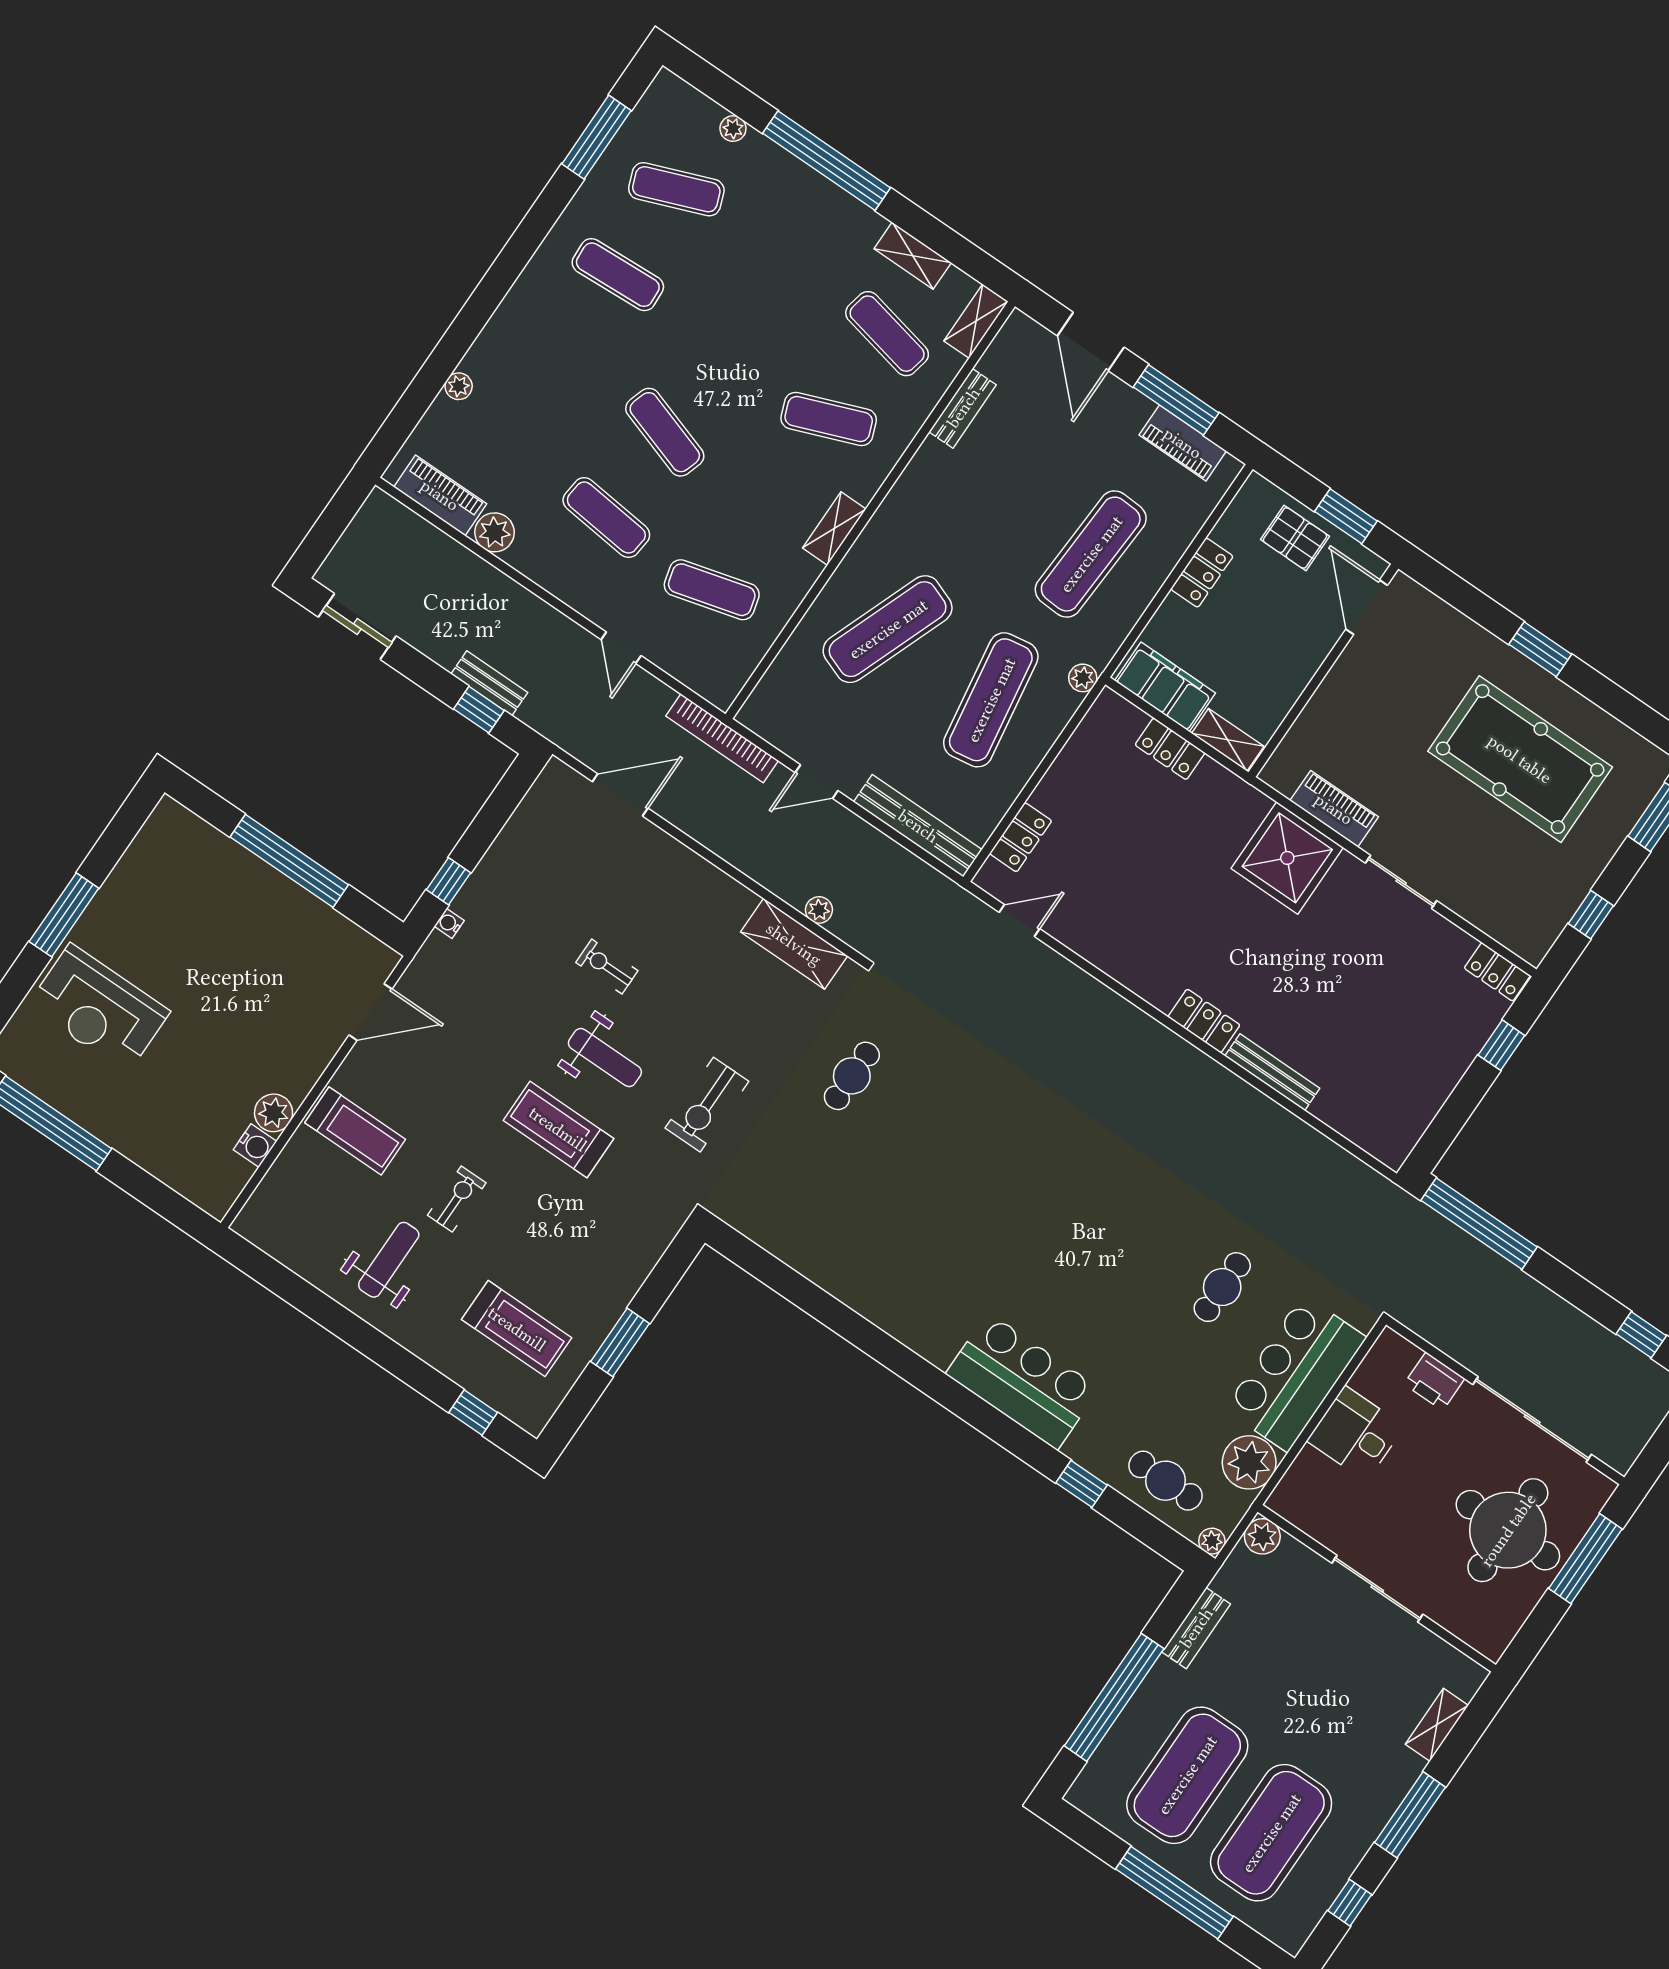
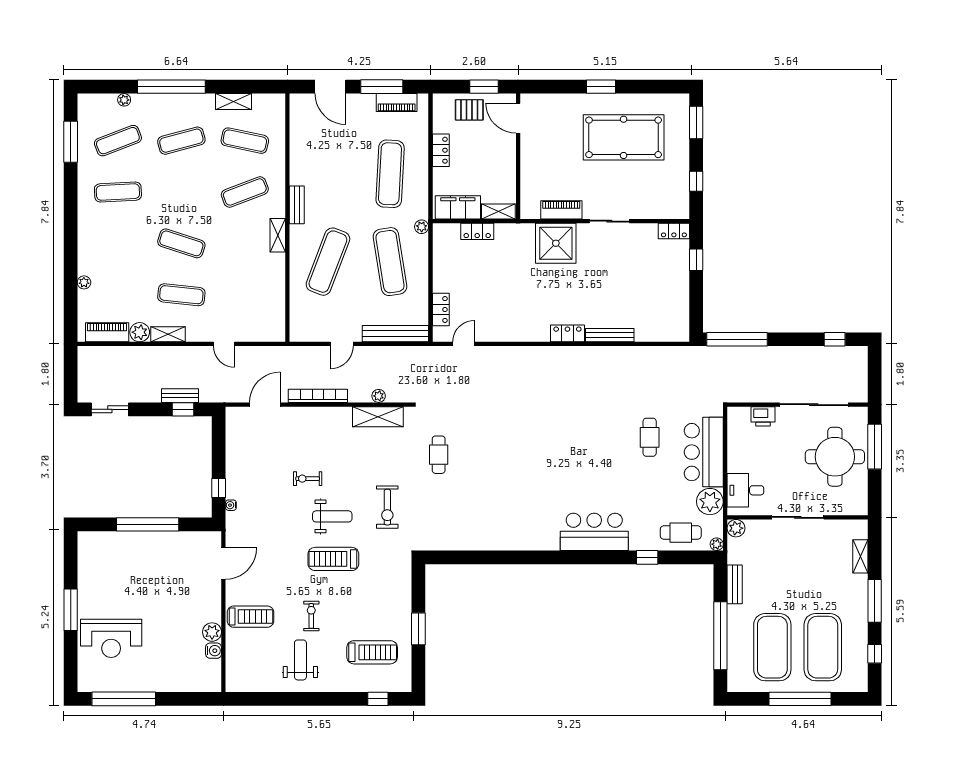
shelving: (976, 321) -> (168, 334), moved, turned 90
bench: (963, 408) -> (297, 205), moved
exercise mat: (712, 590) -> (181, 141), moved
bookcase: (722, 738) -> (318, 396), moved, turned 180
desk: (1356, 1434) -> (745, 490), moved

